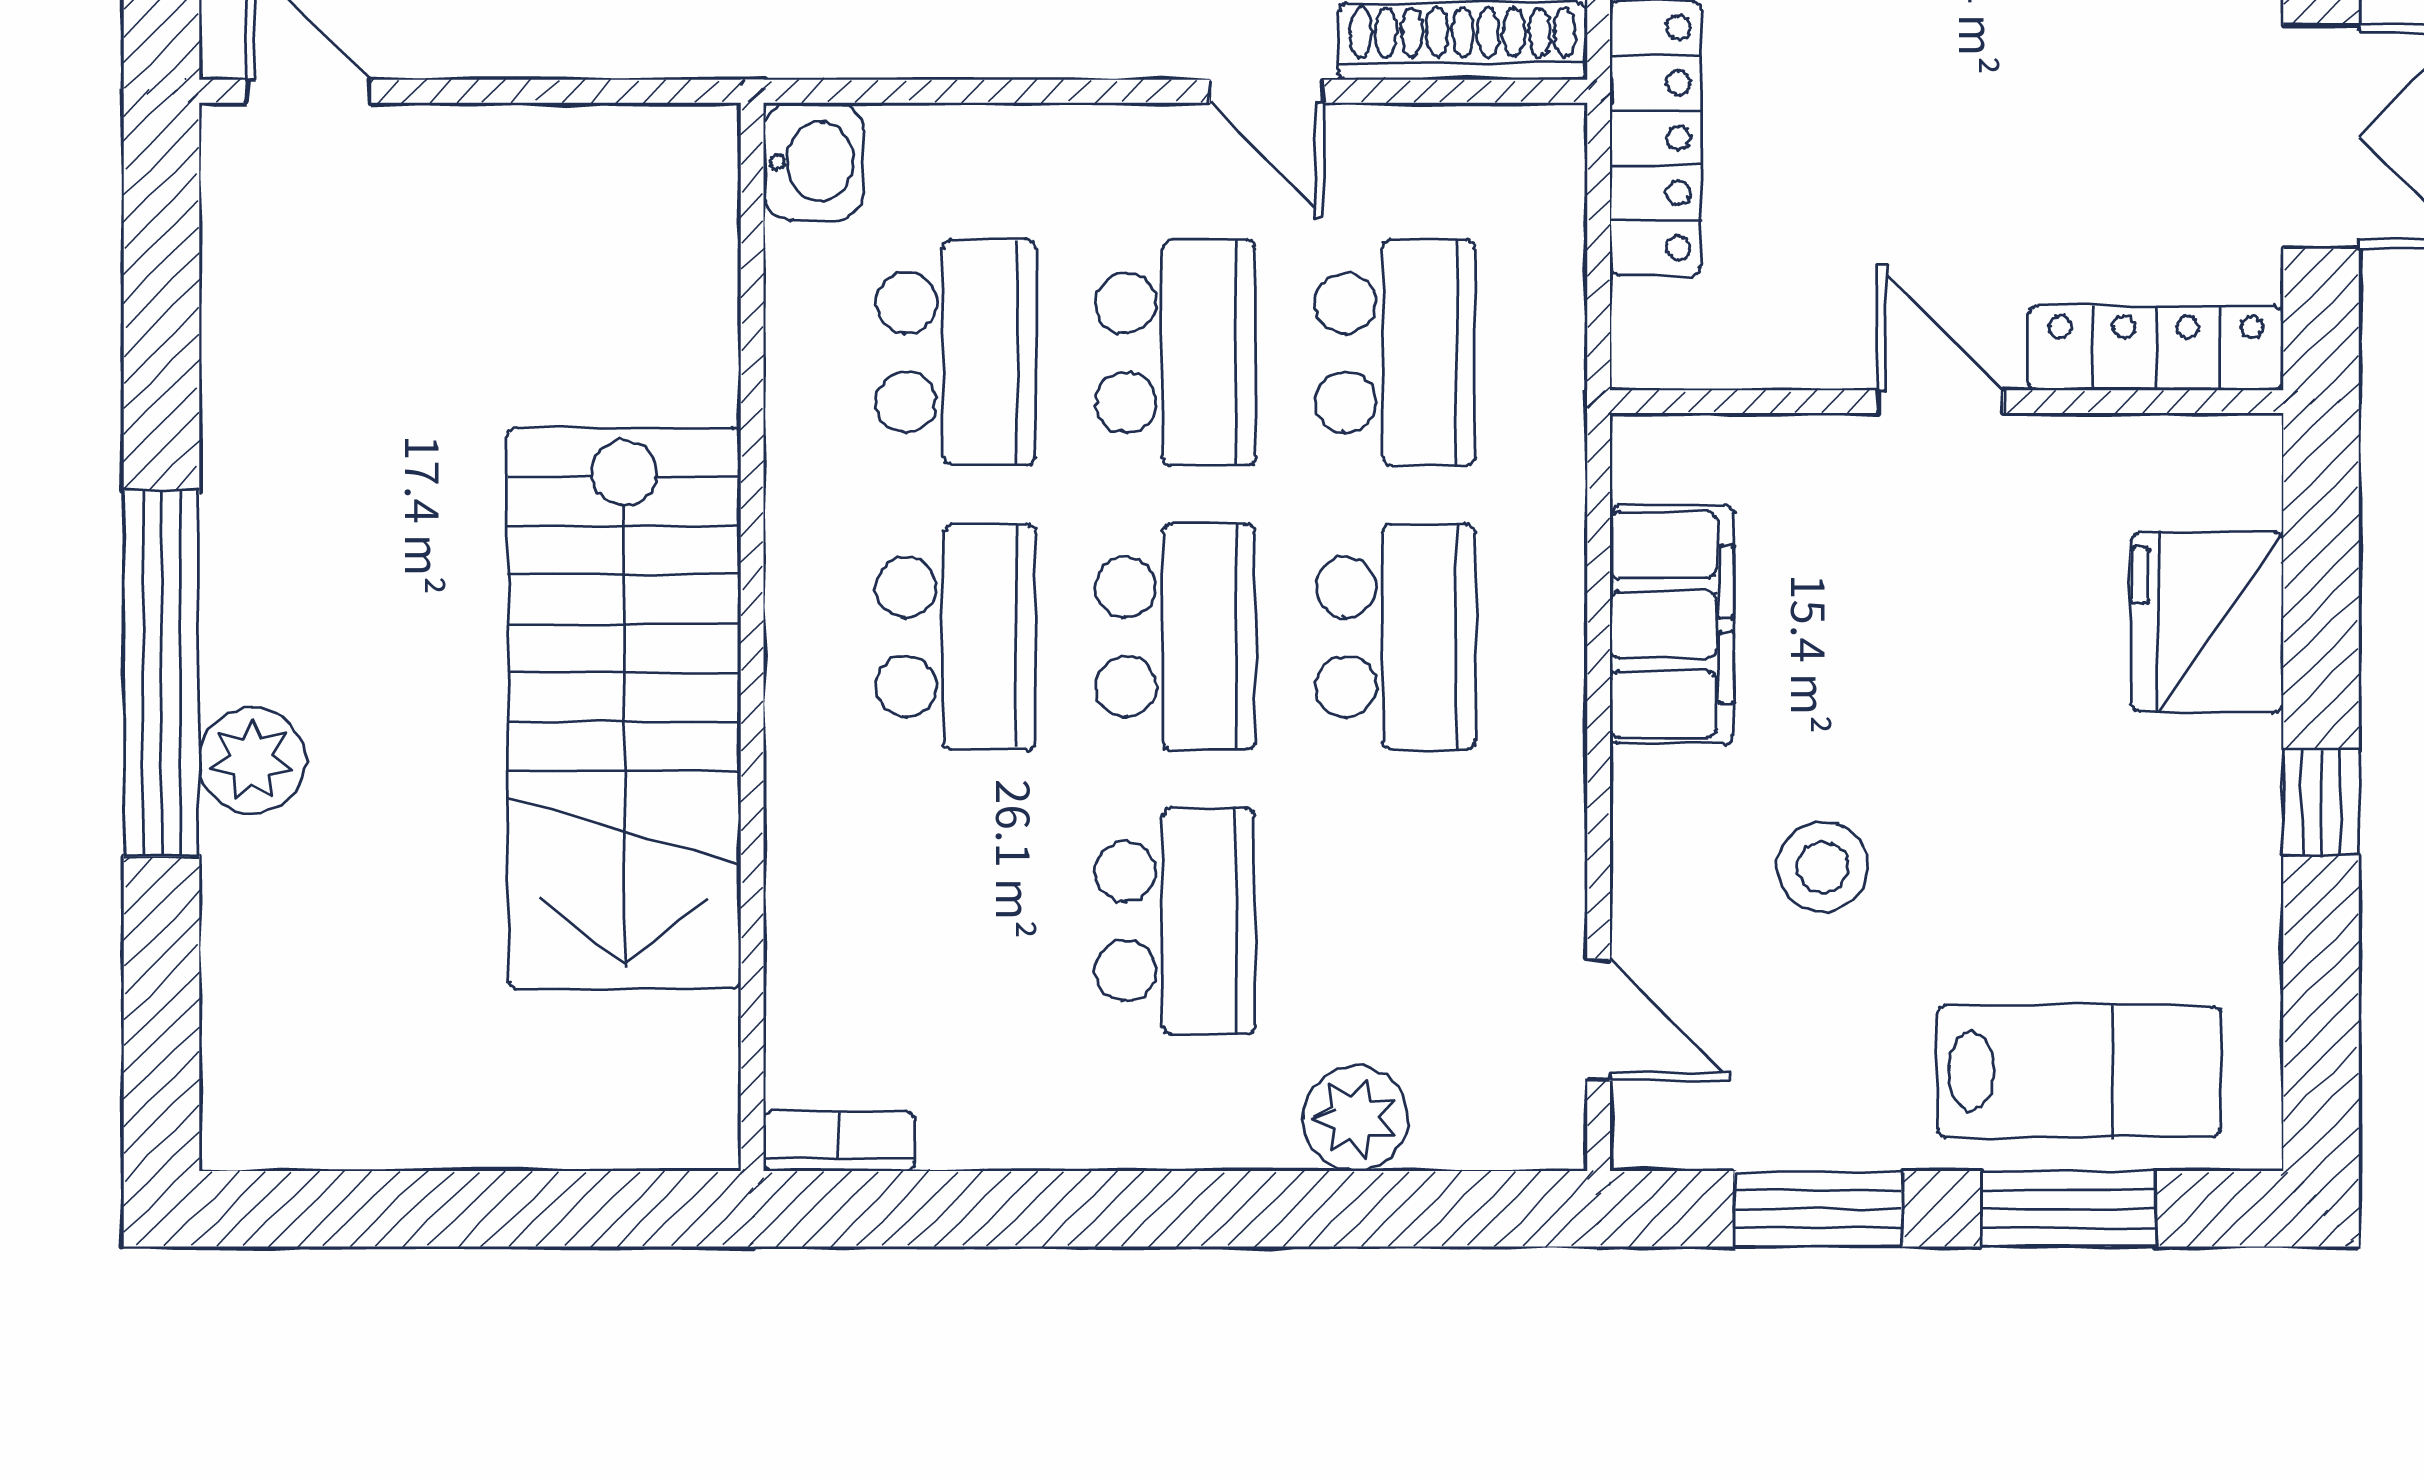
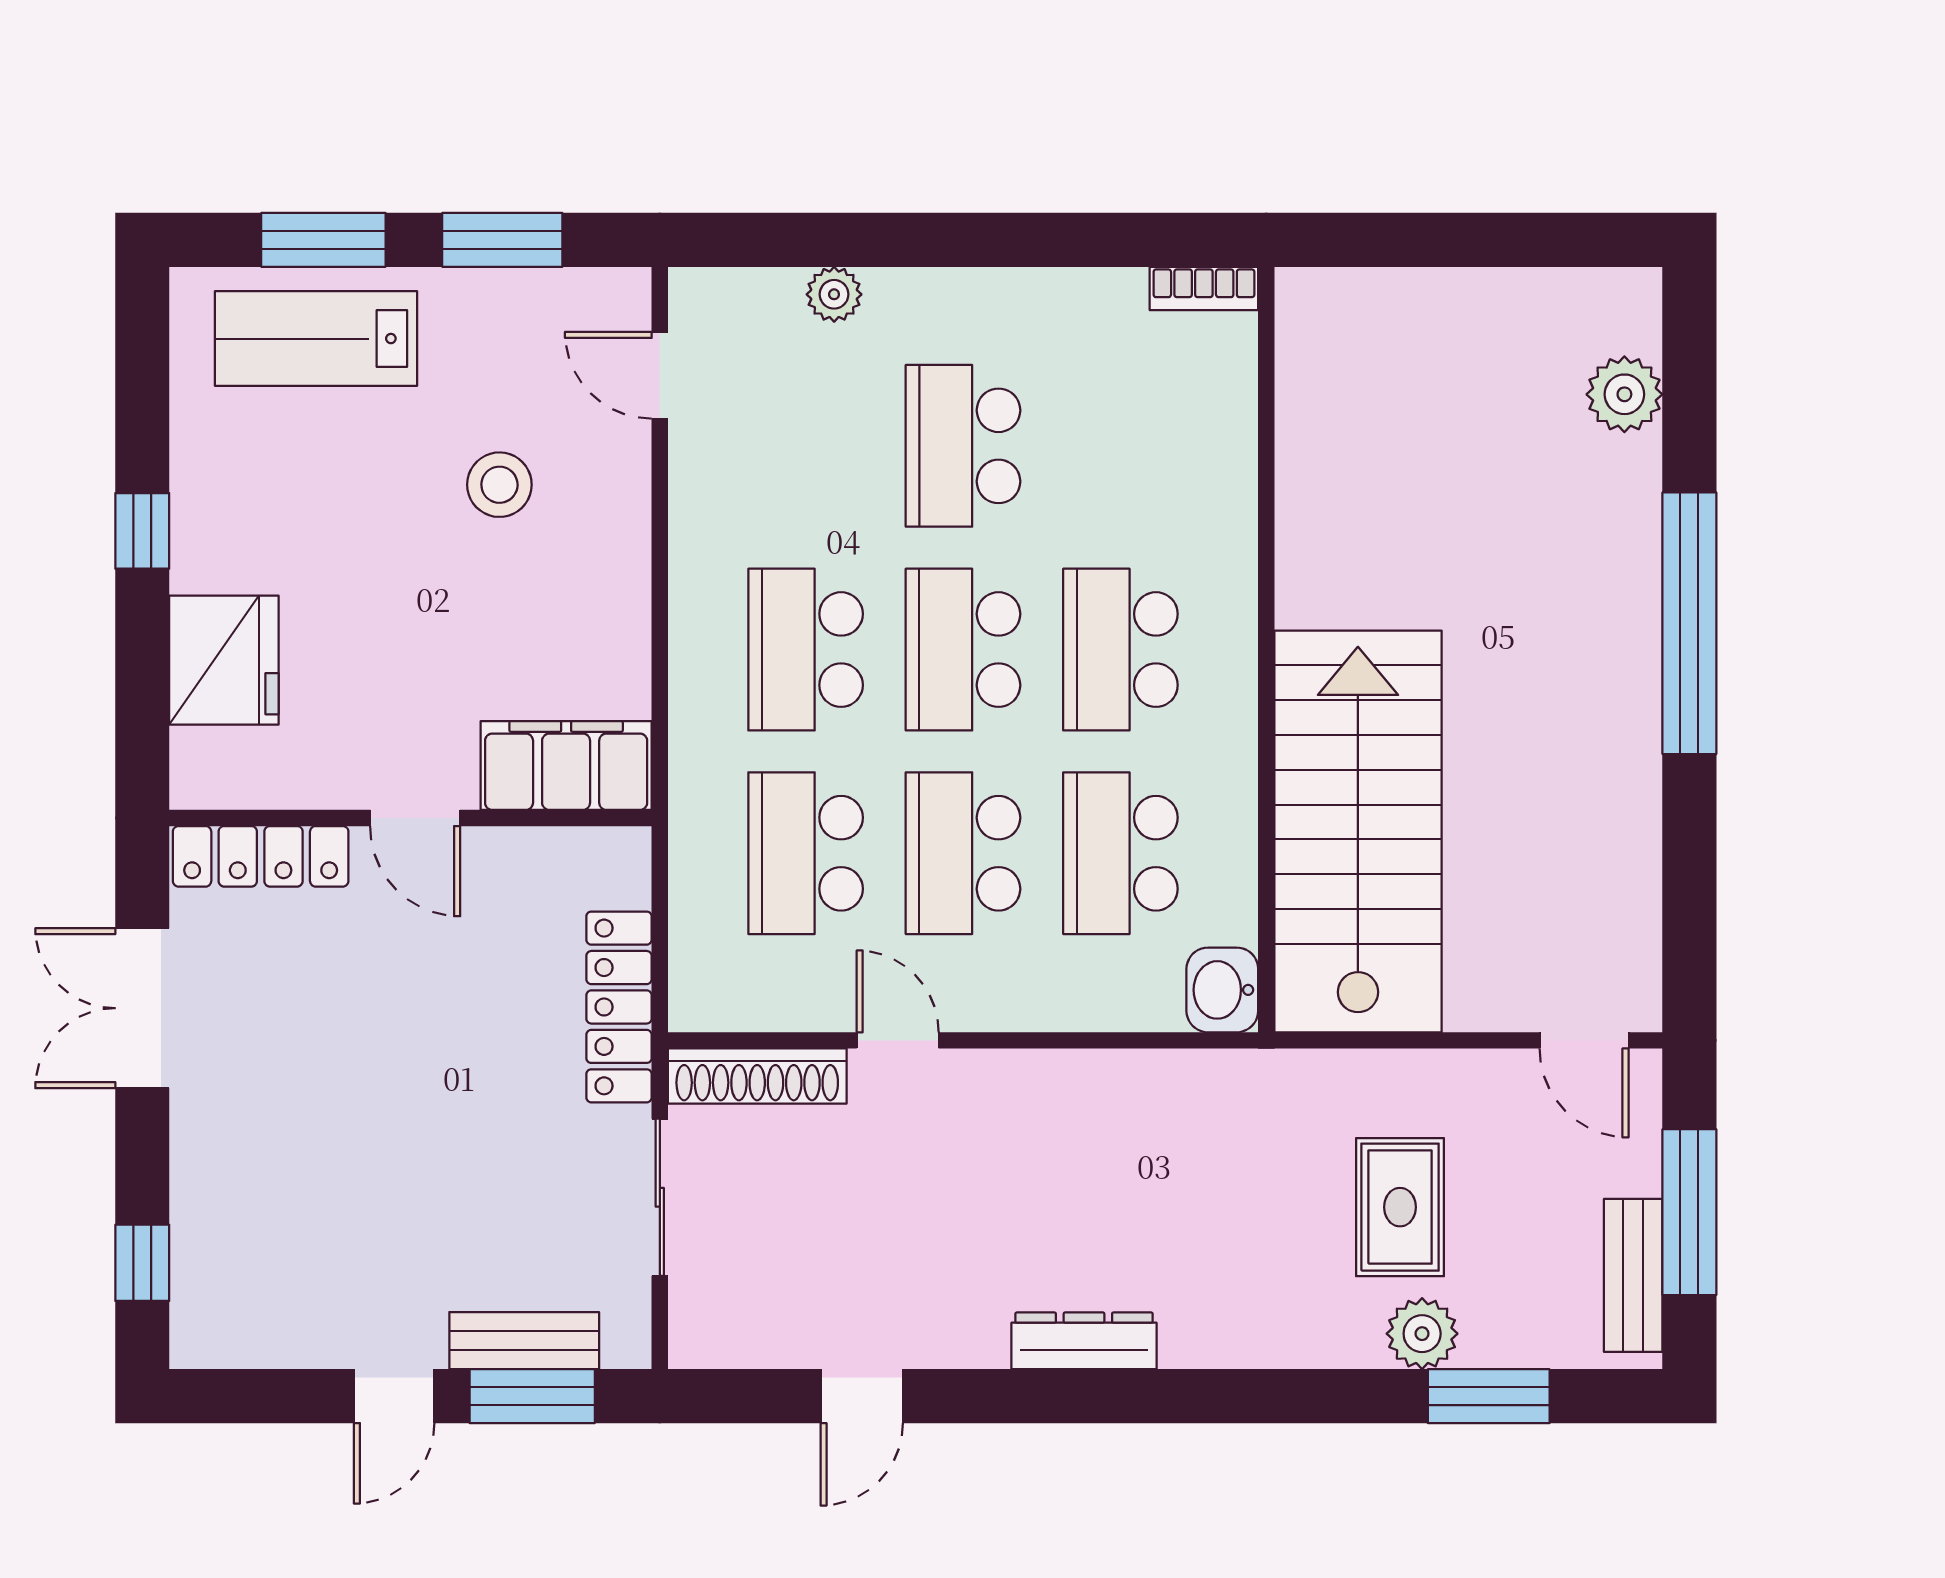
filing cabinet: (1672, 625) -> (566, 766), moved, turned 90
stairs: (624, 708) -> (1358, 831), moved
plant: (252, 760) -> (1624, 394), moved
plant: (1355, 1118) -> (834, 294), width x0.73, depth x0.73

